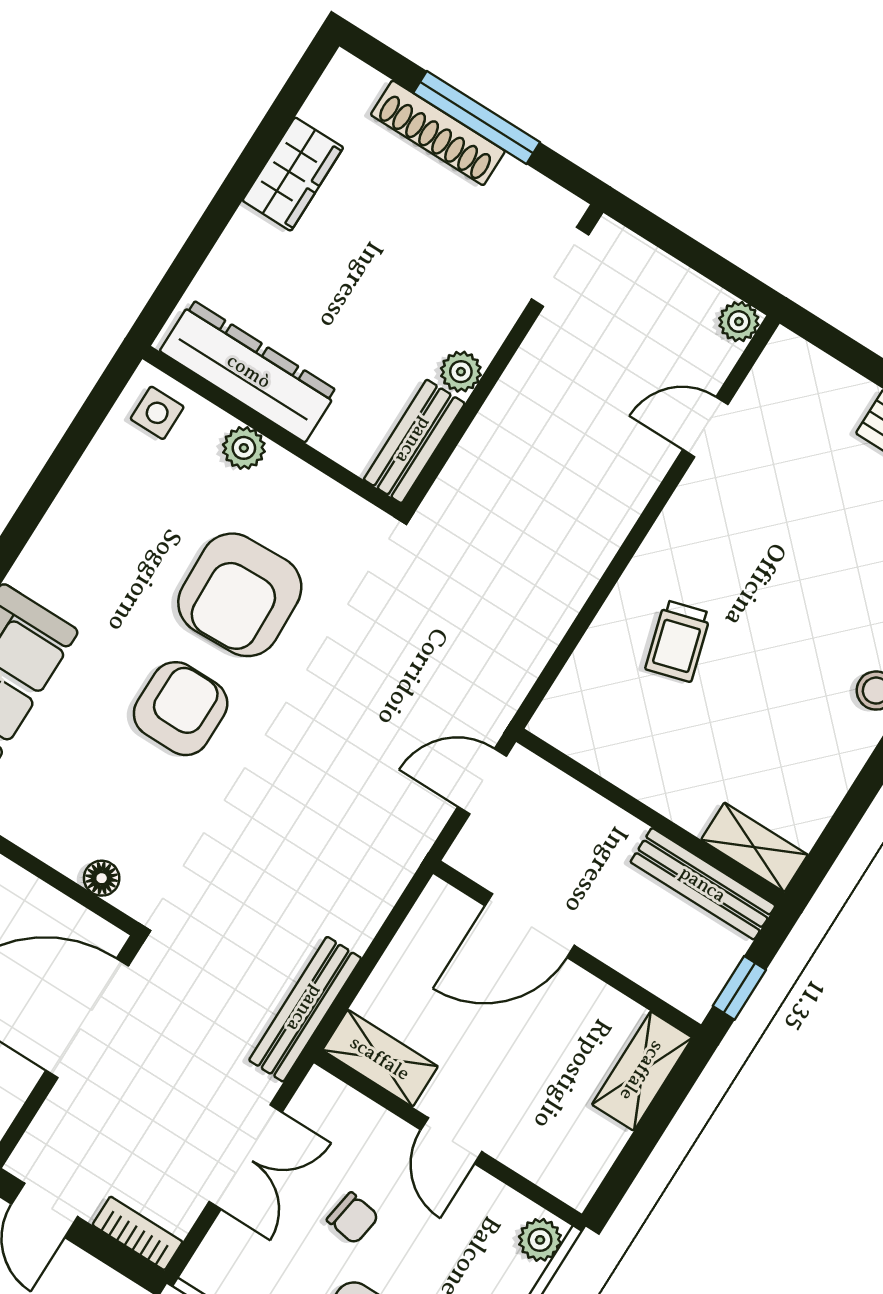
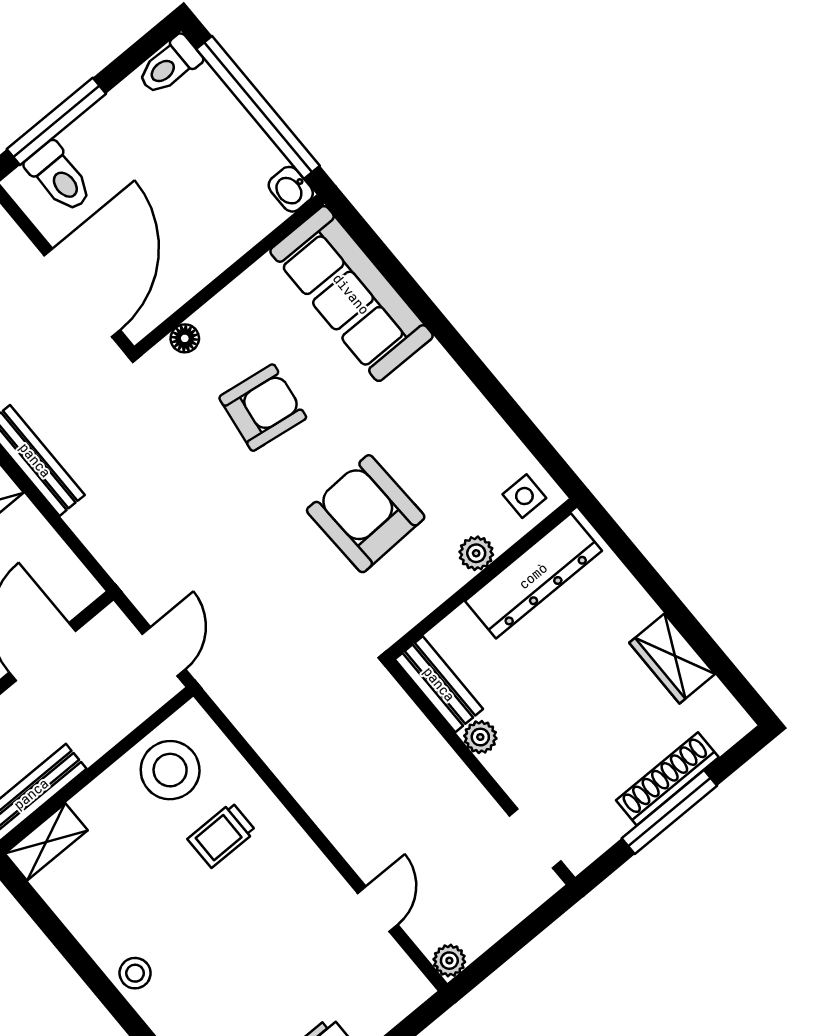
trolley: (678, 641) -> (222, 835), turned -74
armchair: (181, 709) -> (263, 408), moved, turned -82
stool: (621, 728) -> (170, 770), added

